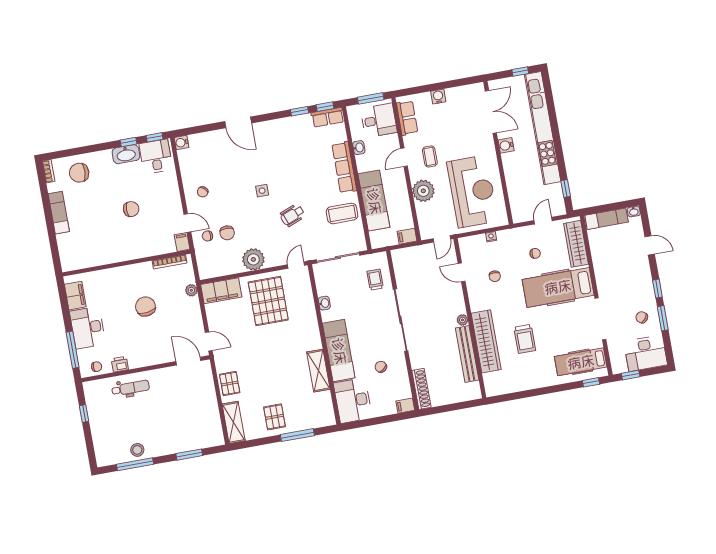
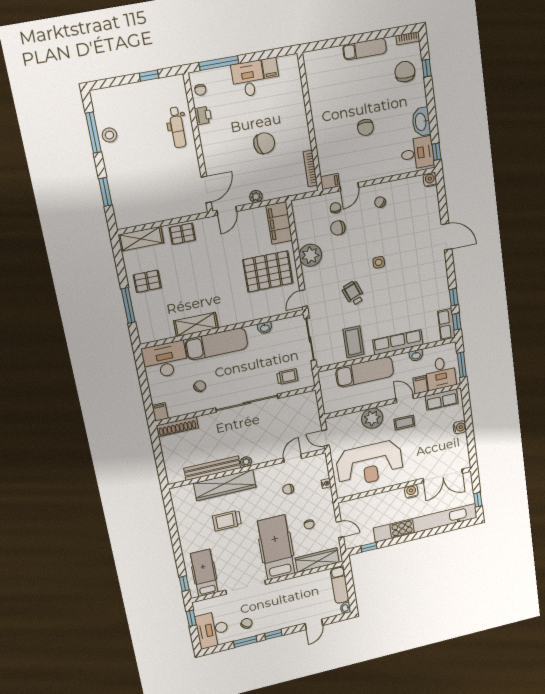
door: (238, 122) -> (447, 237), swing flipped
window: (129, 142) -> (427, 68), moved
filing cabinet: (407, 236) -> (420, 385), moved
door: (296, 265) -> (304, 298), swing flipped
plant: (191, 290) -> (256, 197), moved
filing cabinet: (75, 296) -> (270, 68), width x0.50
desk: (88, 328) -> (248, 79), width x0.73

